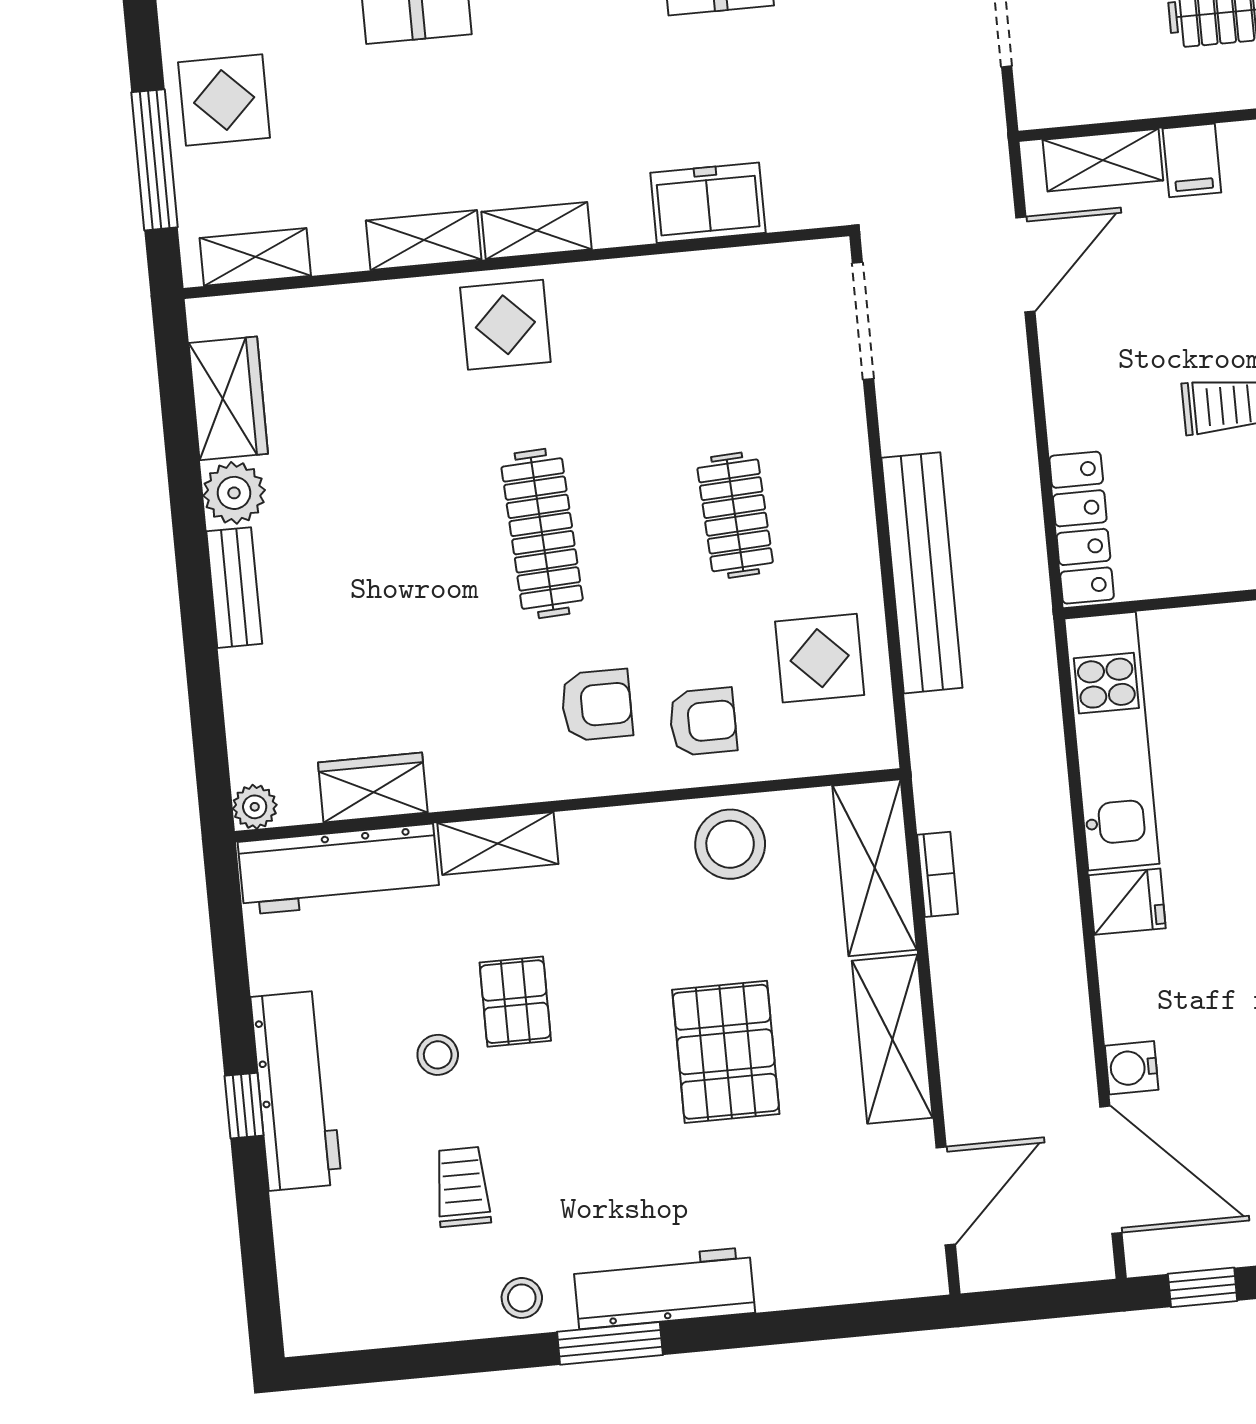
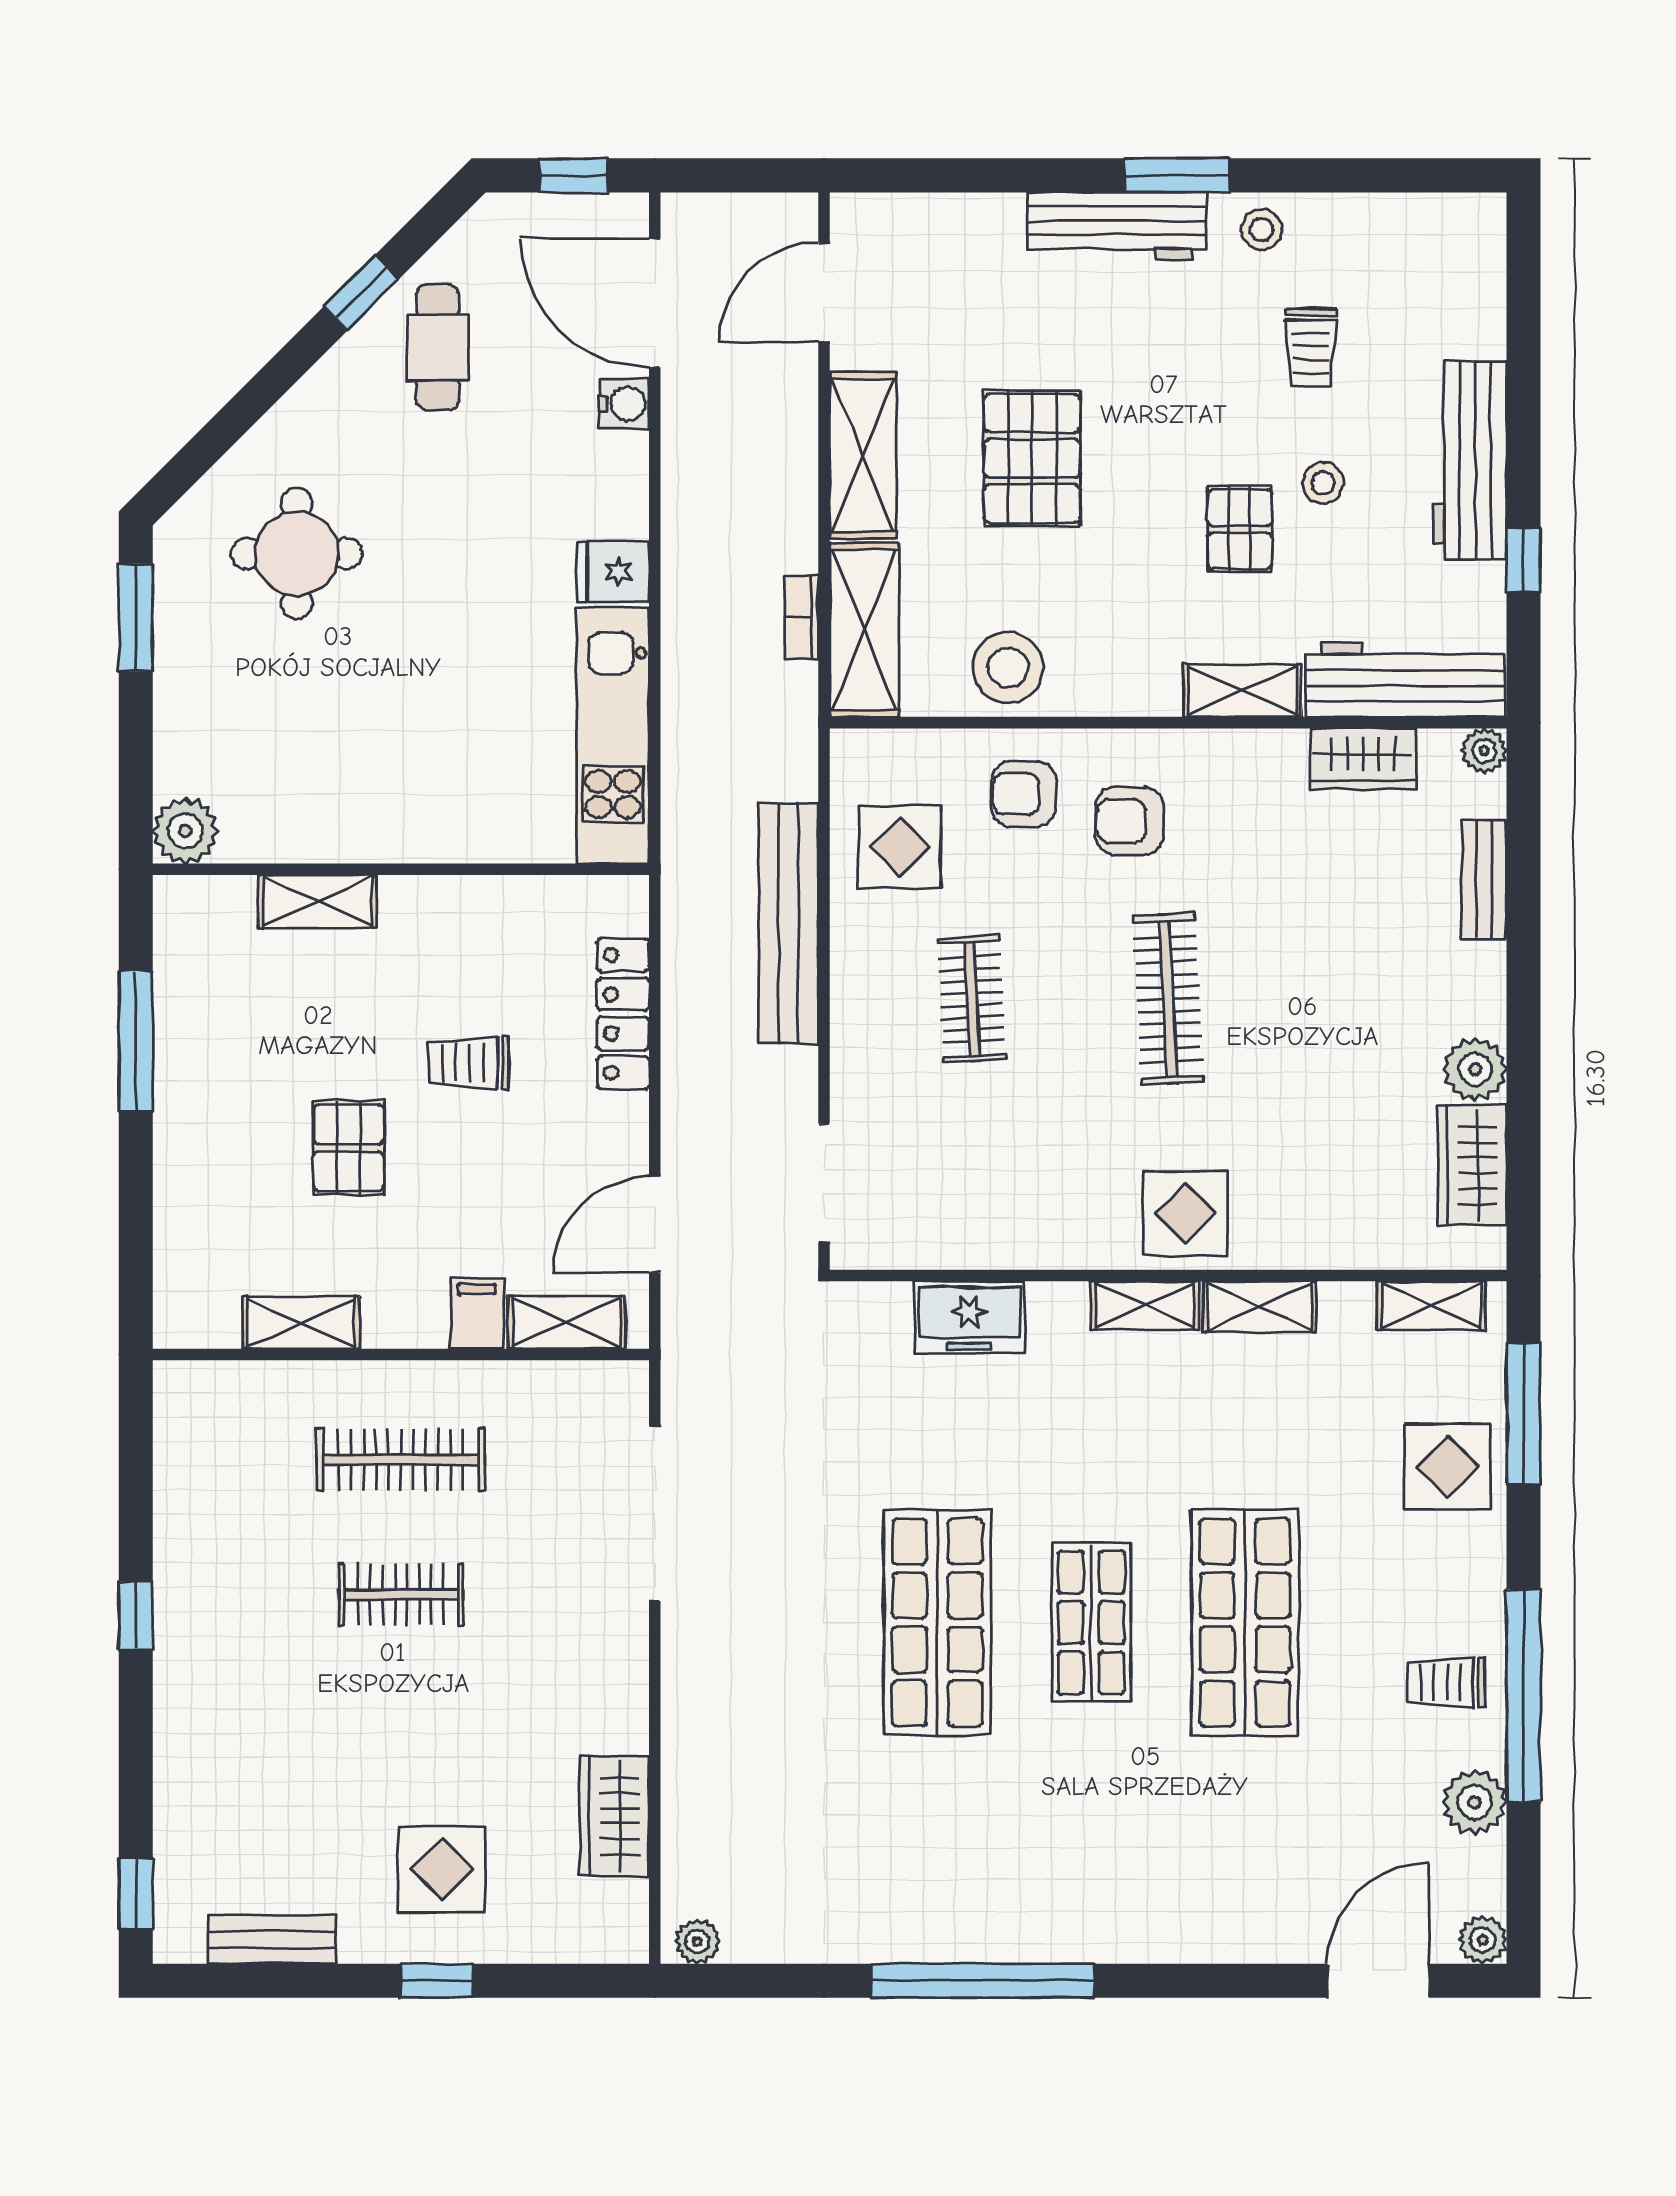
locker: (1082, 528) -> (623, 1014), moved
bench: (234, 588) -> (1484, 879), moved
window: (244, 1106) -> (1524, 560), moved

